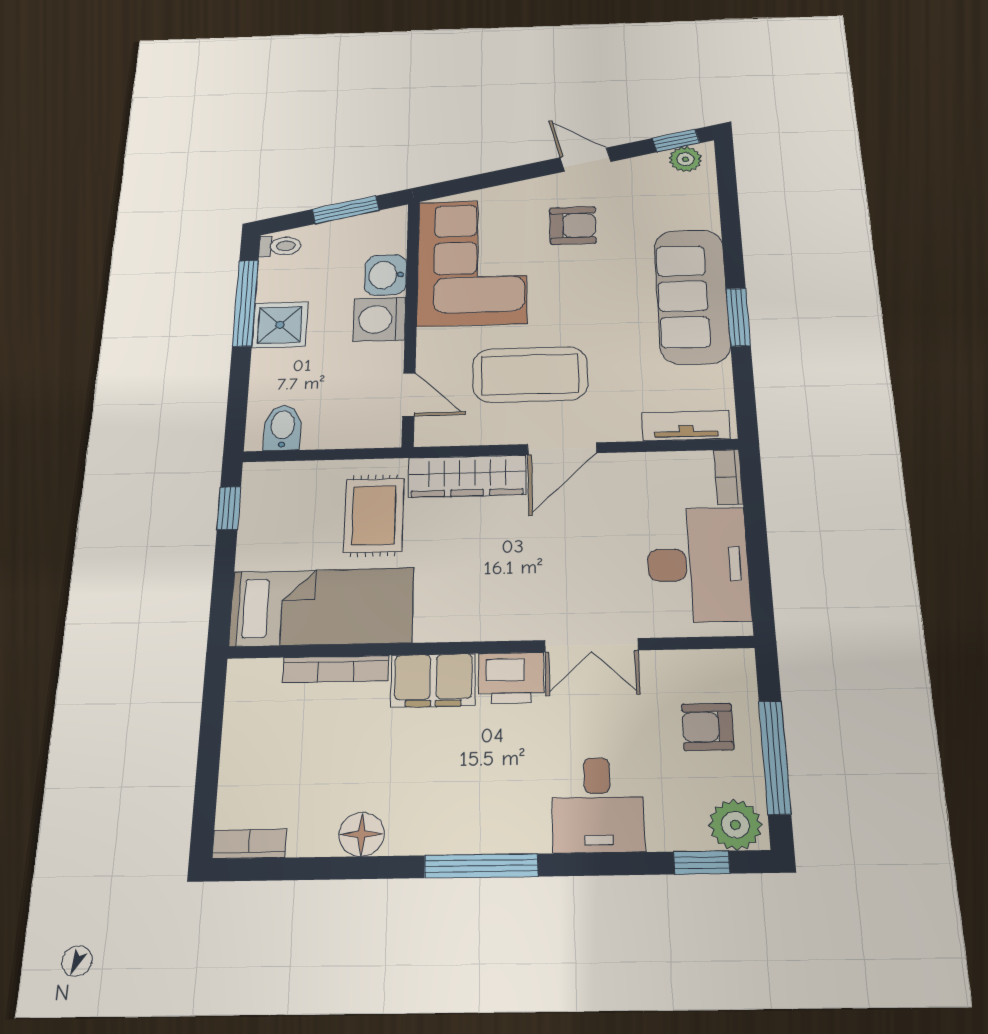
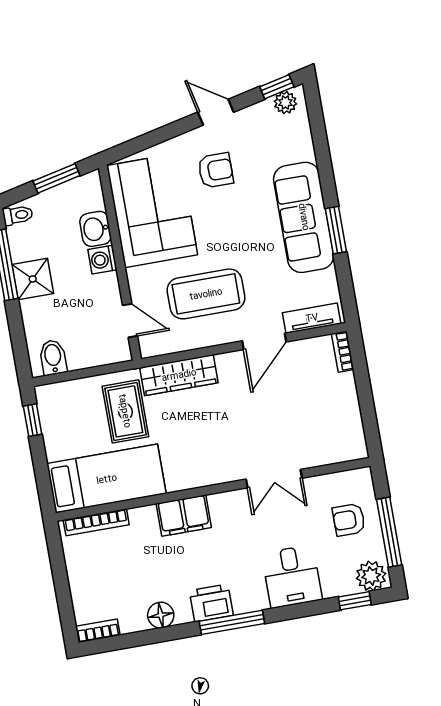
washing machine: (379, 319) -> (102, 260), width x0.73, depth x0.73
door: (562, 449) -> (264, 341), moved
desk: (698, 564) -> (331, 415), removed
bookcase: (336, 669) -> (96, 522), moved
printer: (511, 678) -> (211, 603), moved, turned 180

